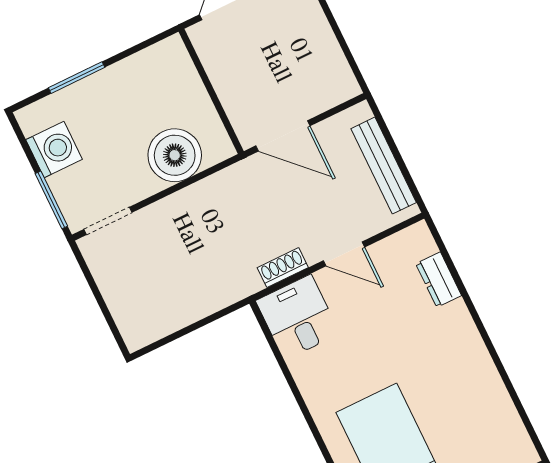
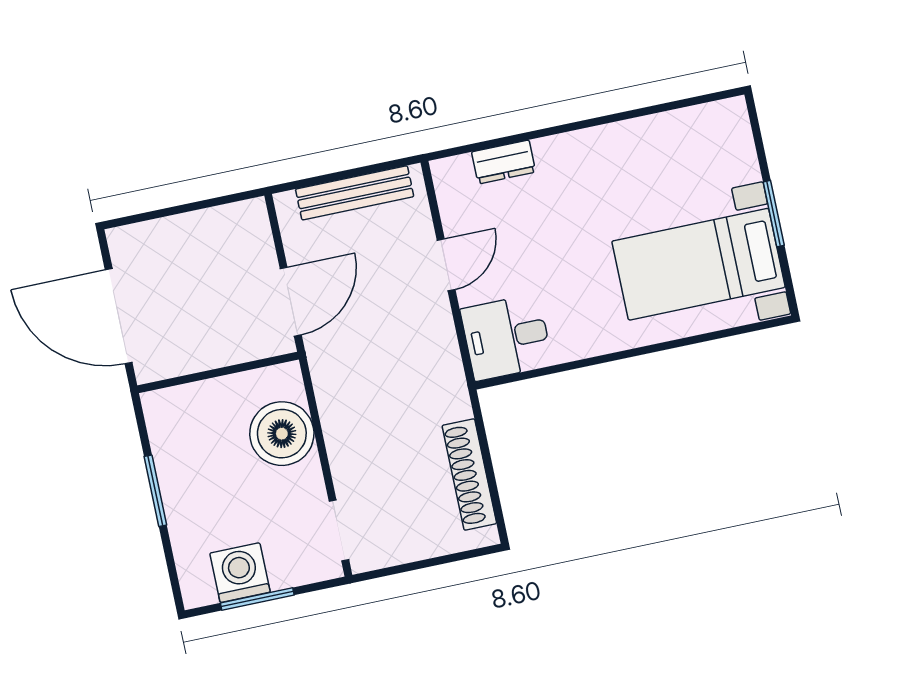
window: (77, 78) -> (155, 491), moved
window: (51, 200) -> (257, 599), moved
shoe rack: (283, 268) -> (469, 474), moved, width x1.94, depth x1.24

